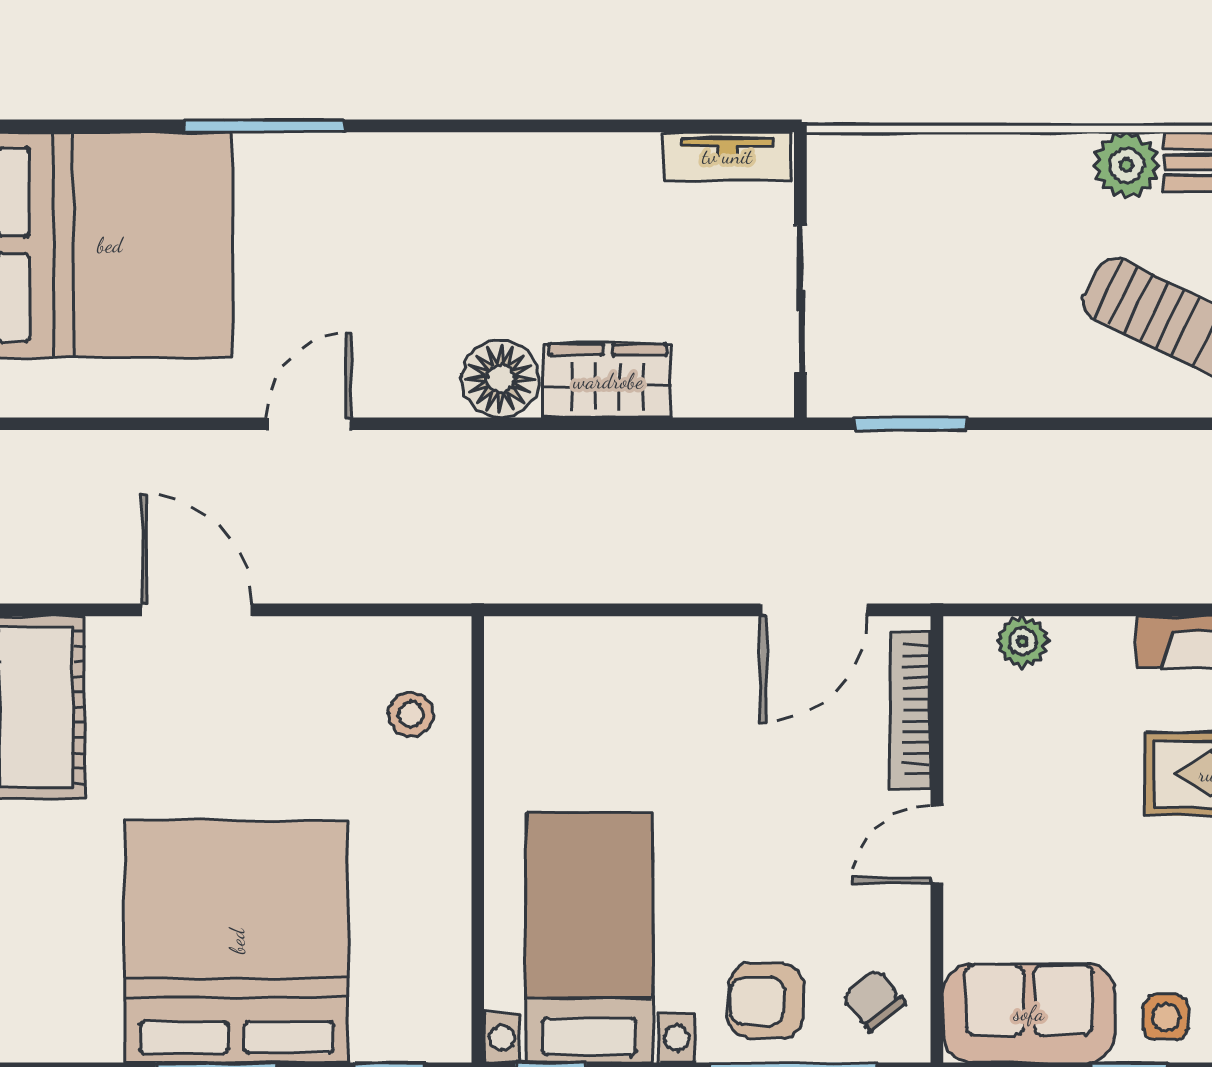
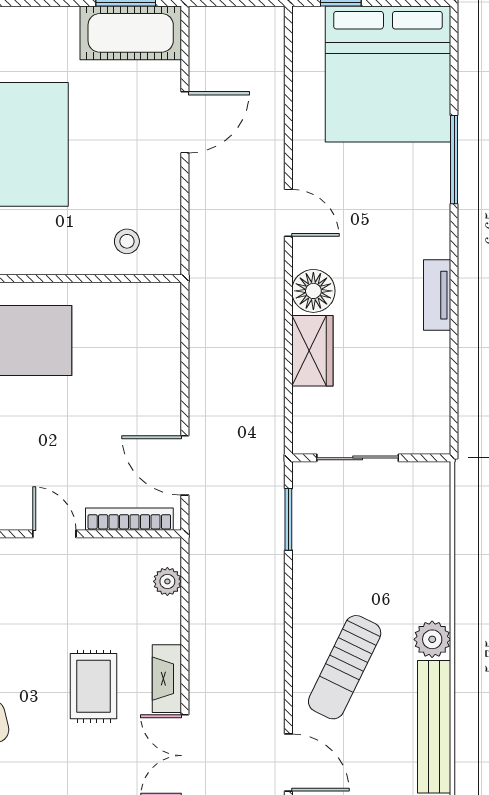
tv unit: (727, 156) -> (437, 295), moved
door: (309, 424) -> (288, 213), moved

